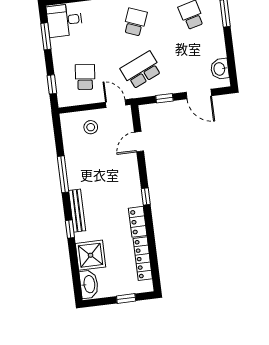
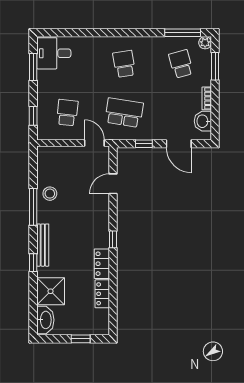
school desk: (135, 22) -> (124, 64), turned -30
bookcase: (221, 46) -> (207, 98), added
school desk: (141, 70) -> (124, 113), turned 33
stool: (91, 127) -> (50, 194), moved
locker: (143, 259) -> (102, 294), width x0.66

